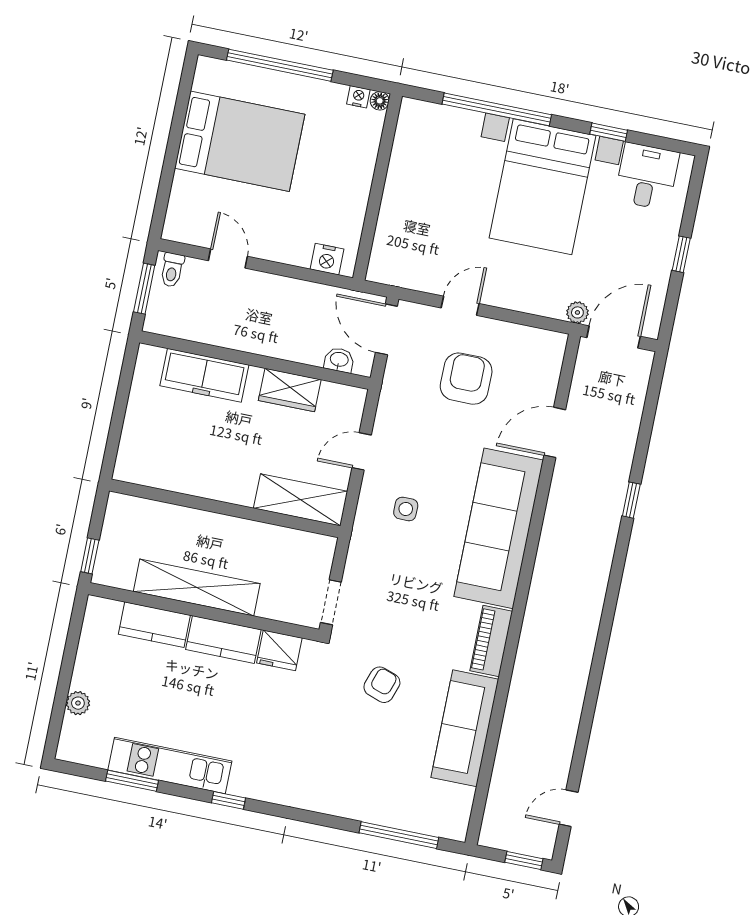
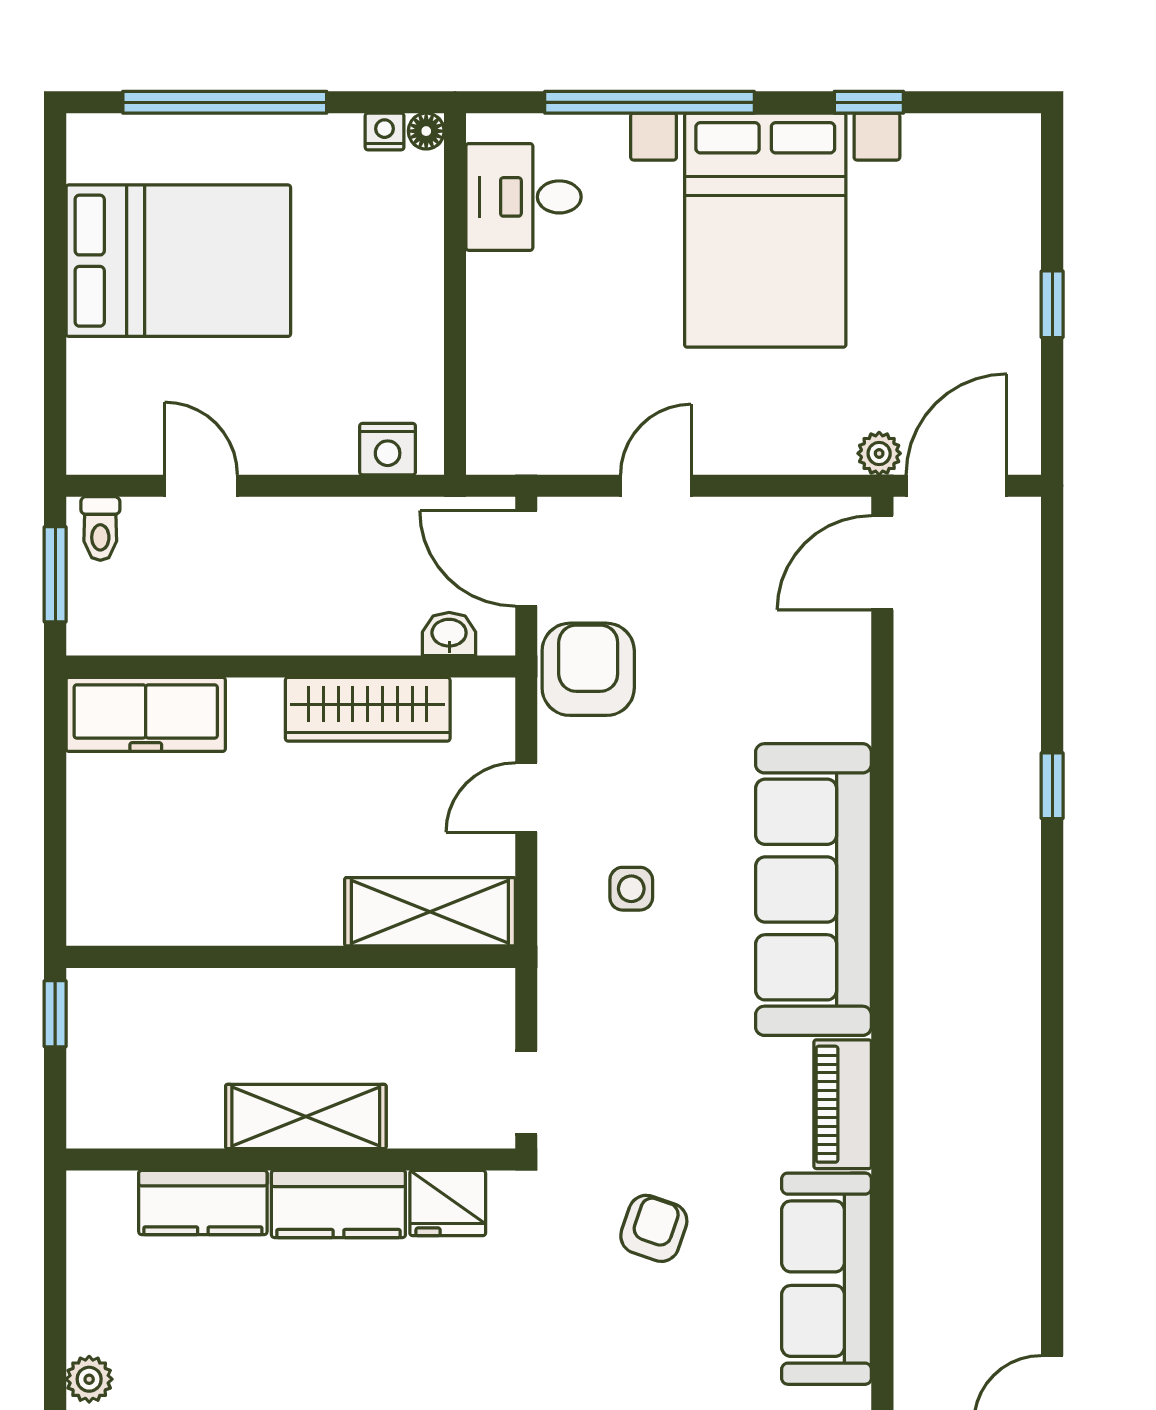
desk: (647, 176) -> (524, 197), moved, turned -90
freezer: (204, 375) -> (146, 714), moved
armchair: (466, 379) -> (588, 669), moved
wardrobe: (290, 390) -> (368, 709), width x1.50
door: (555, 432) -> (882, 563), moved
window: (90, 556) -> (55, 1014), moved
shelving: (197, 588) -> (306, 1116), width x0.68

